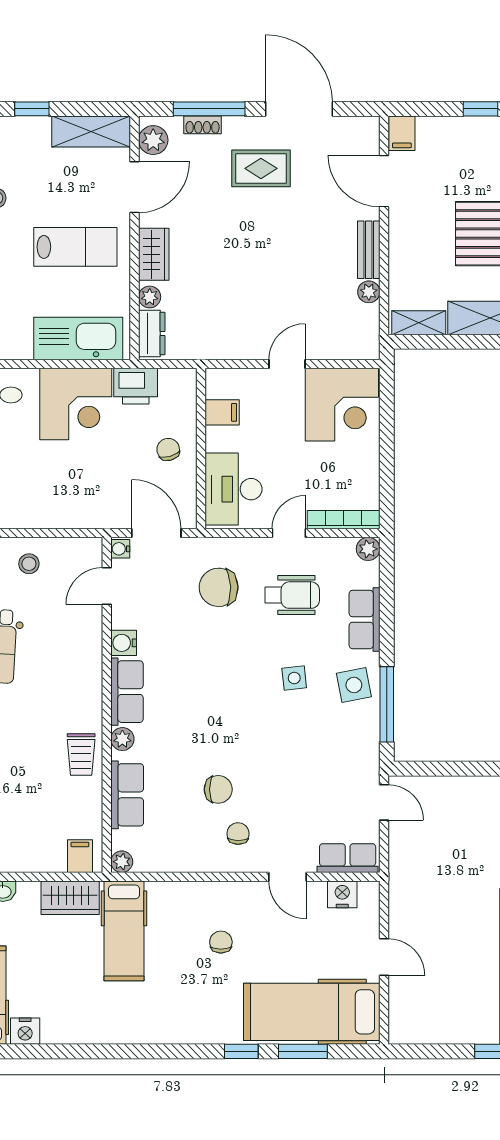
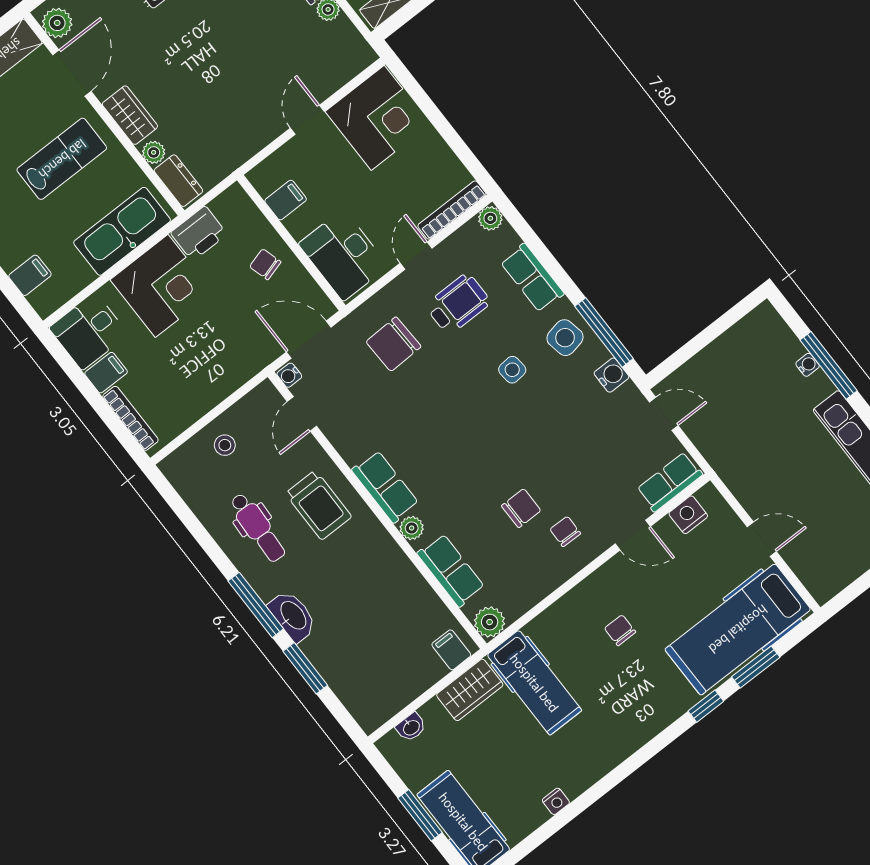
water cooler: (124, 643) -> (611, 375), moved, turned 180
trolley: (81, 755) -> (318, 505), moved, width x1.36, depth x1.39
plant: (122, 862) -> (490, 622), width x1.38, depth x1.38
nightstand: (25, 1031) -> (556, 801), moved, width x0.72, depth x0.74

